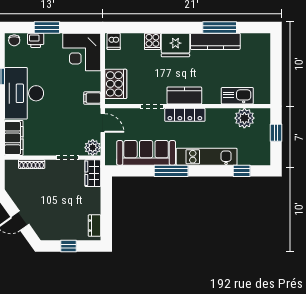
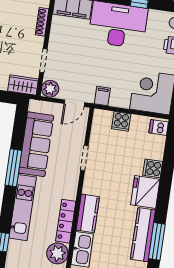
cooker: (116, 84) -> (121, 121), width x0.53, depth x0.76
kitchen counter: (184, 95) -> (88, 213), moved
locker: (185, 115) -> (66, 221), moved

